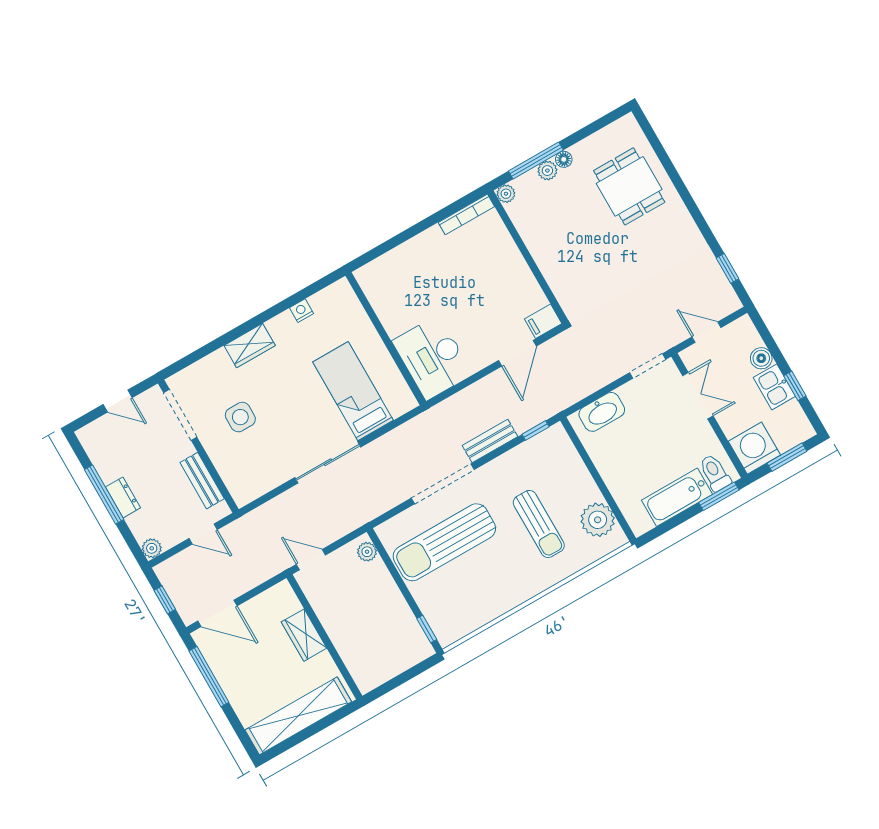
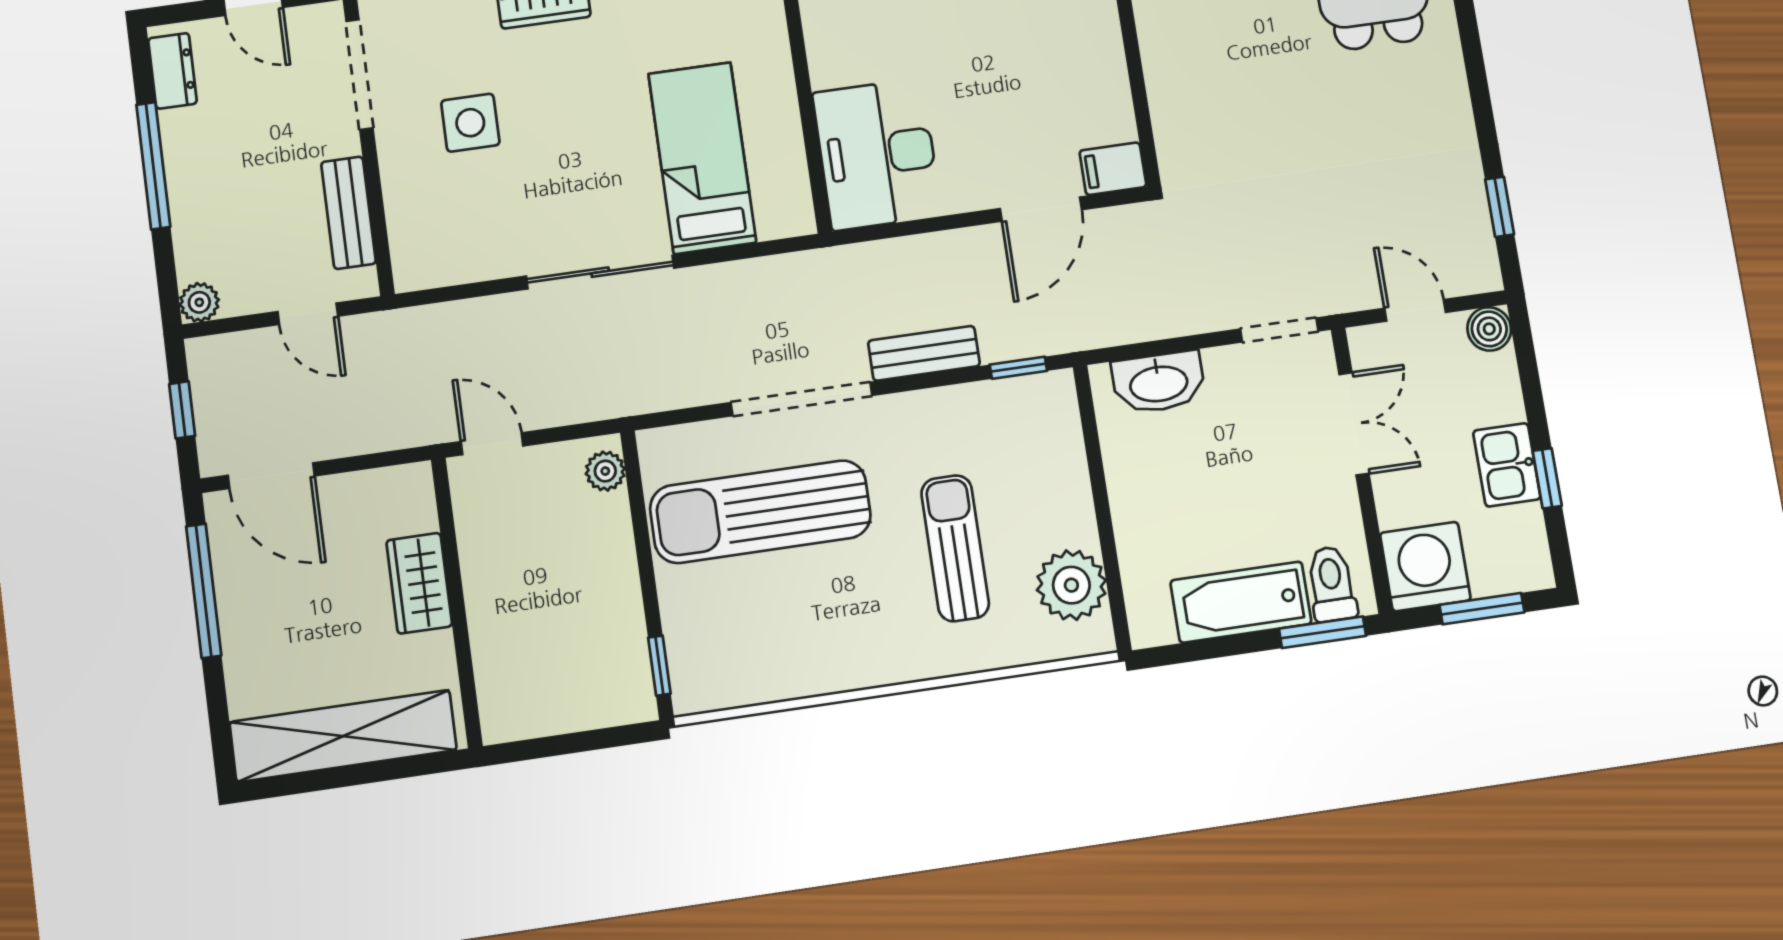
boiler: (761, 358) -> (1489, 329), moved
dresser: (123, 497) -> (173, 71), moved
sun lounger: (539, 524) -> (955, 548), turned 180

